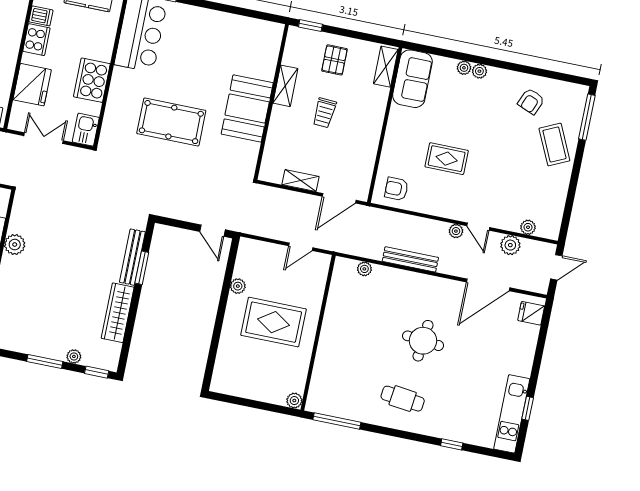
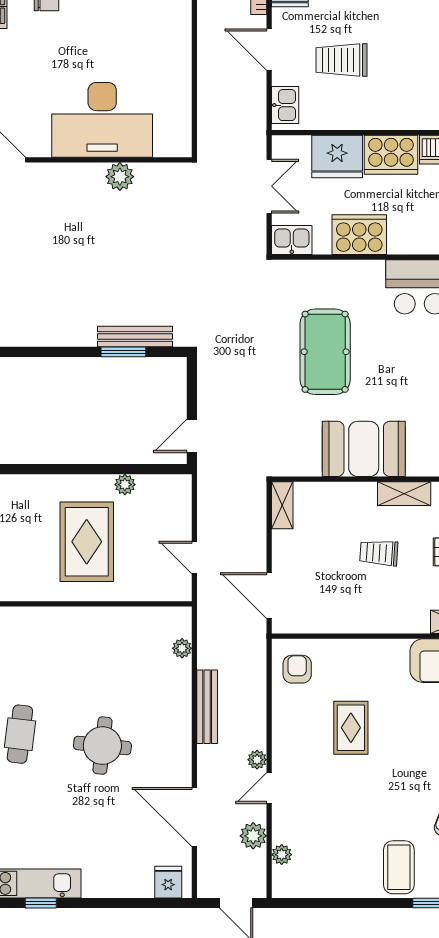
cooker: (36, 40) -> (391, 155), width x1.37, depth x1.31
coffee table: (554, 144) -> (399, 867), turned -65
shelving: (301, 181) -> (282, 505), moved
wardrobe: (118, 313) -> (57, 332), removed

